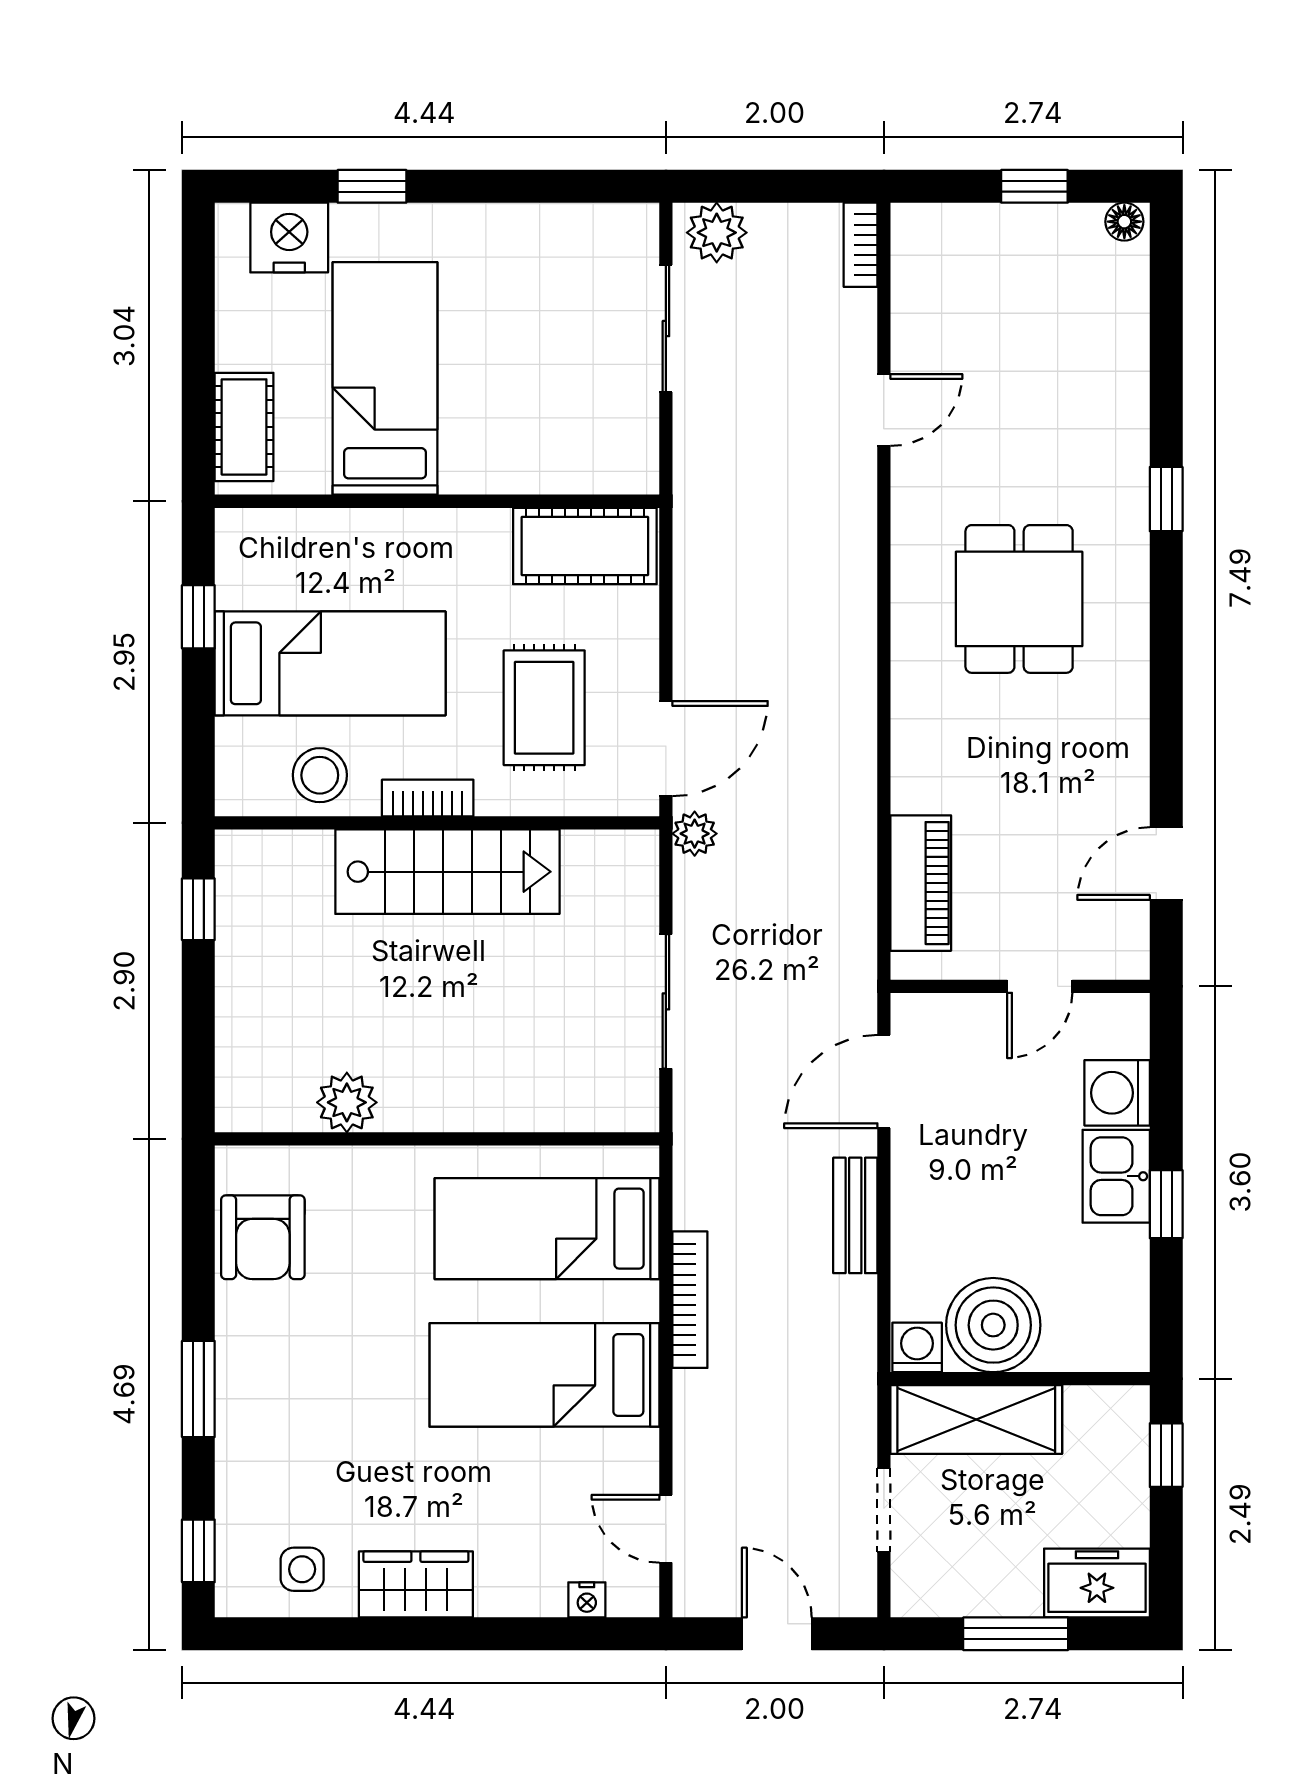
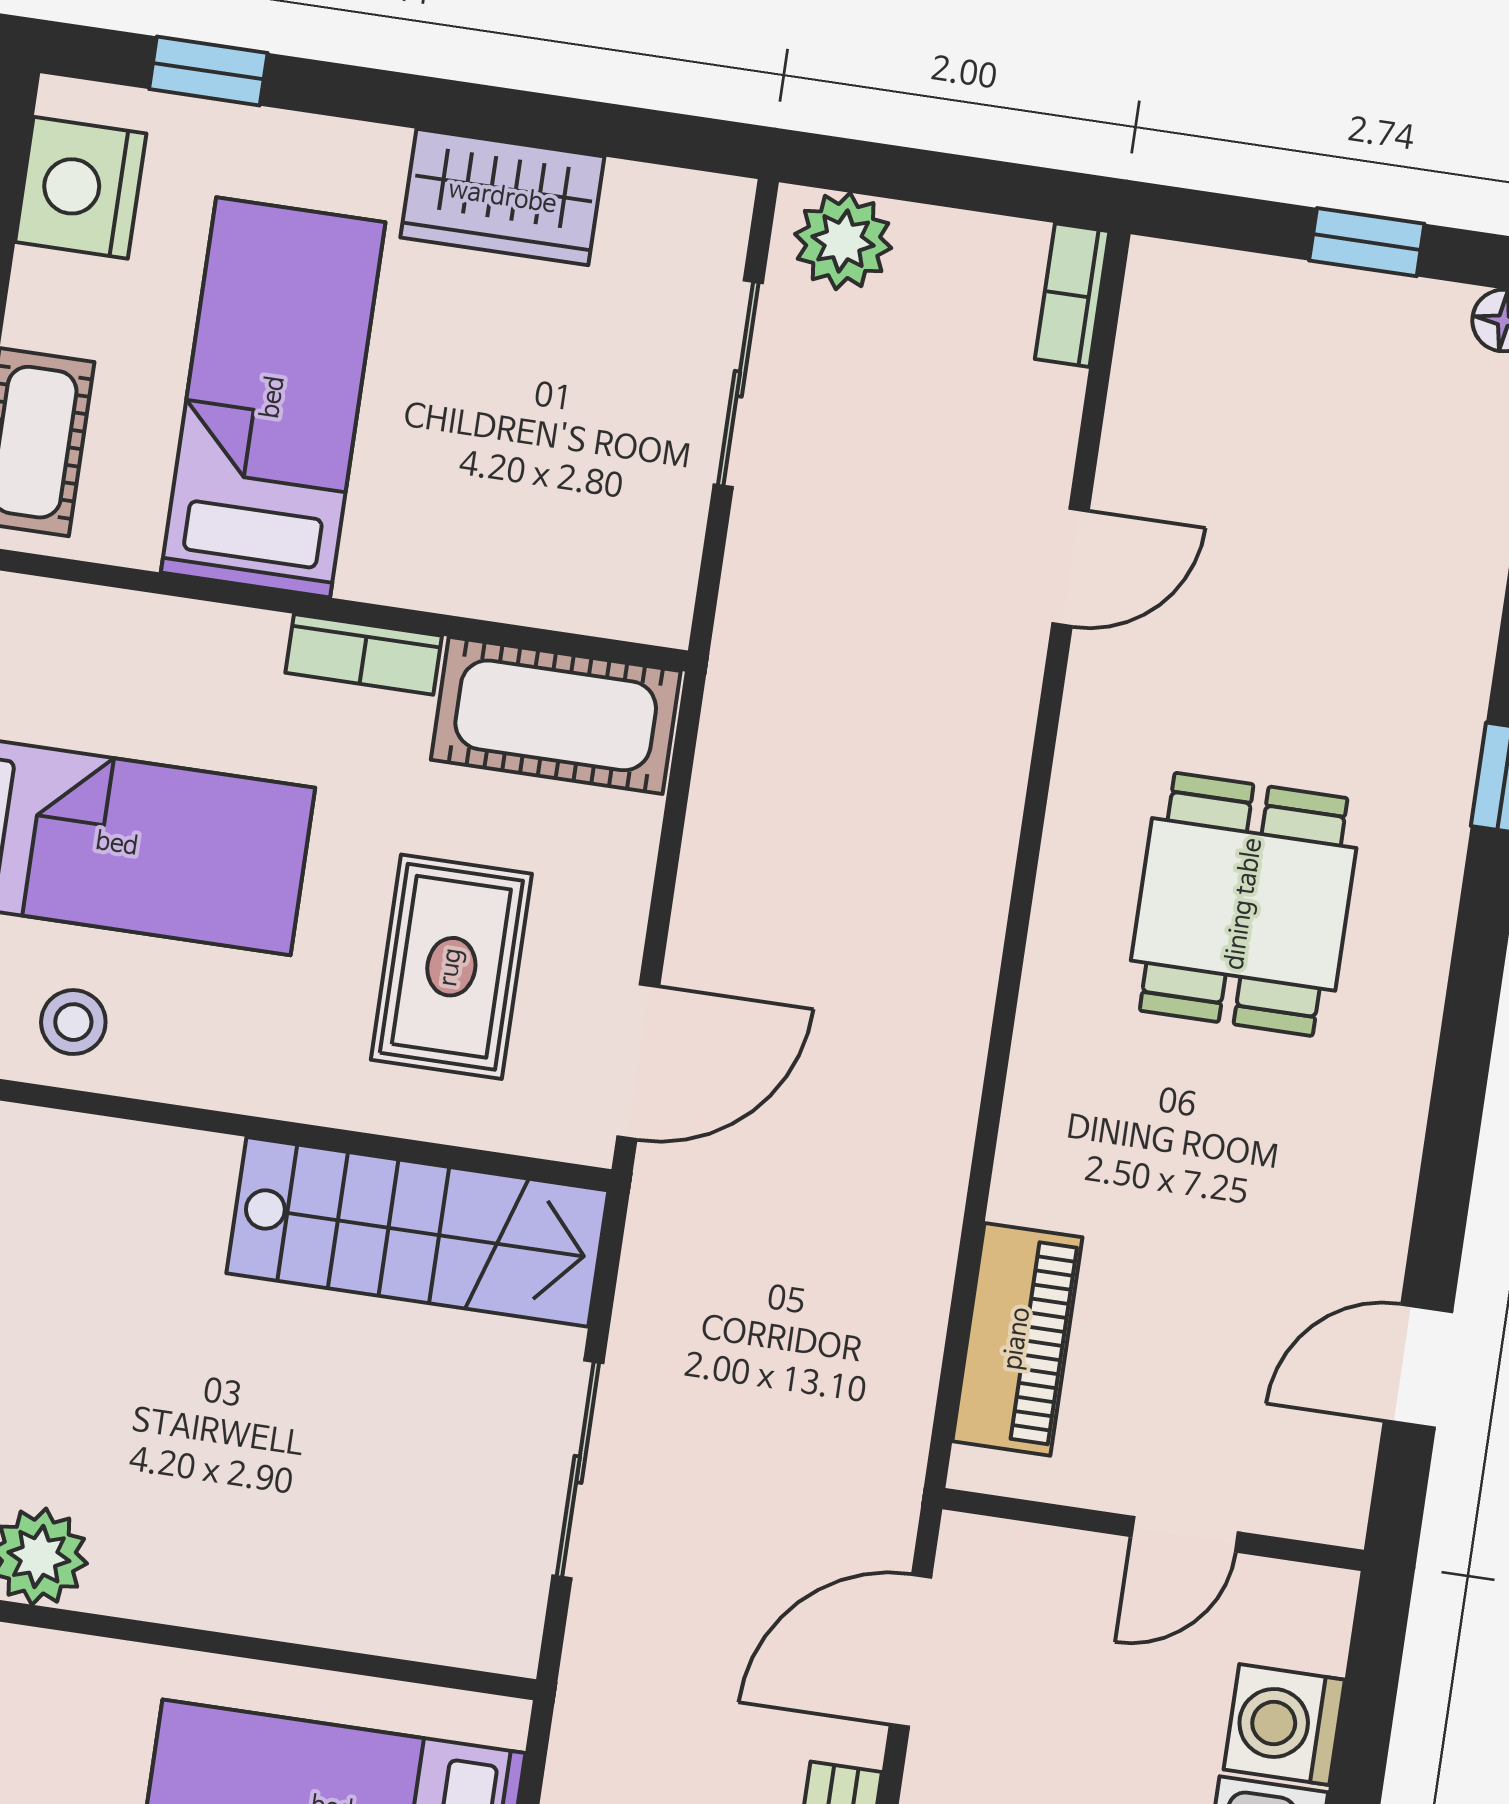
window: (372, 186) -> (208, 71), moved
wardrobe: (506, 236) -> (502, 197), added
nightstand: (289, 238) -> (81, 188), moved, turned -90
stool: (320, 775) -> (73, 1022), width x0.73, depth x0.73
bookcase: (428, 798) -> (364, 654), moved, turned 180
plant: (695, 834) -> (664, 1206), removed
stairs: (447, 872) -> (417, 1232), moved

